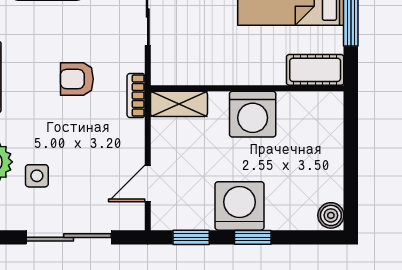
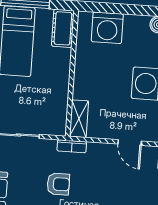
armchair: (77, 79) -> (58, 184), turned -90
washing machine: (253, 114) -> (107, 28), moved, turned 90

